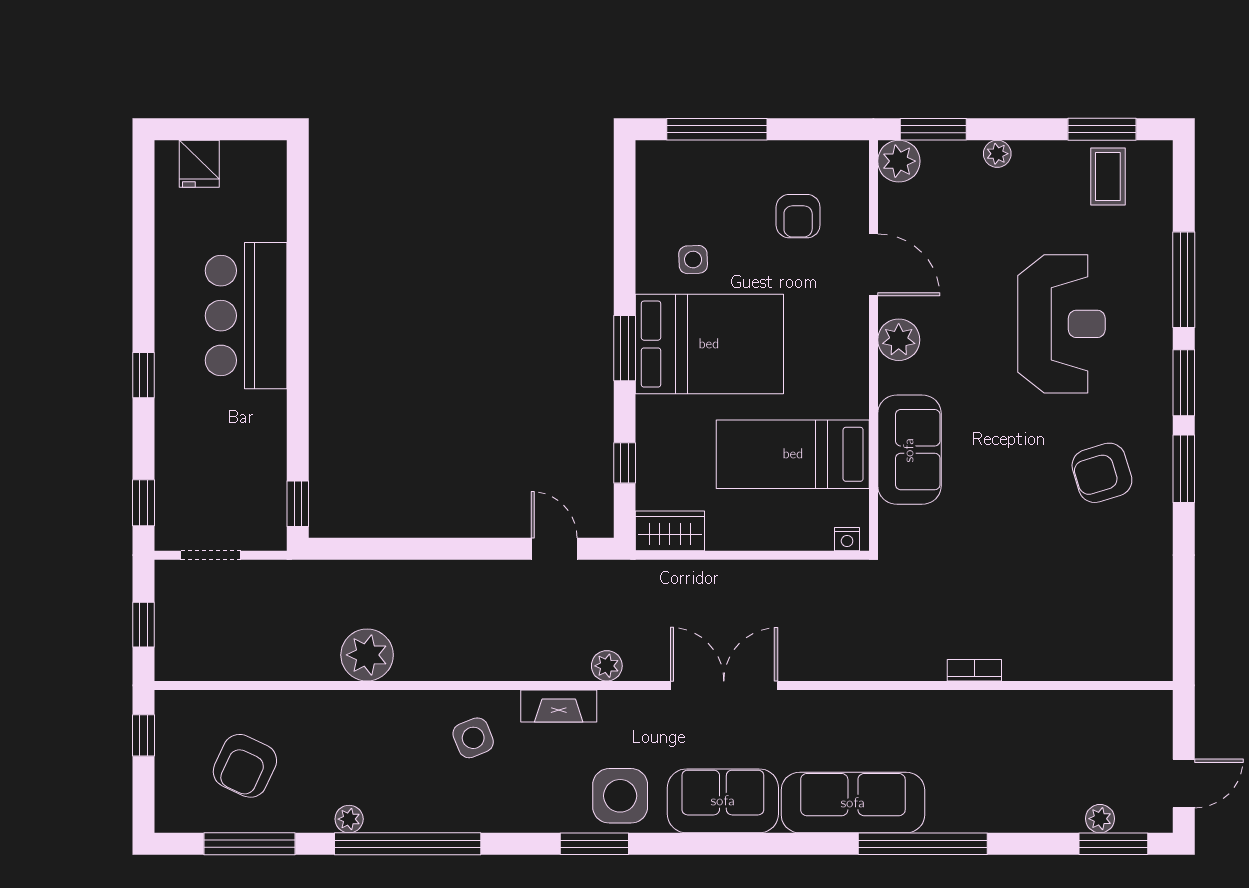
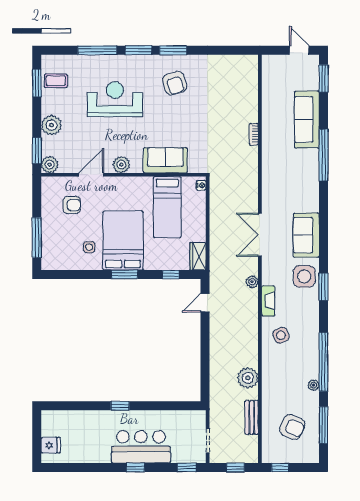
plant: (997, 154) -> (51, 125), width x1.87, depth x1.87
bar counter: (246, 316) -> (141, 447), moved, turned 180
window: (298, 504) -> (120, 406), moved
bench: (269, 665) -> (252, 417), added
sofa: (853, 803) -> (307, 120), moved
plant: (1100, 819) -> (313, 84), removed

